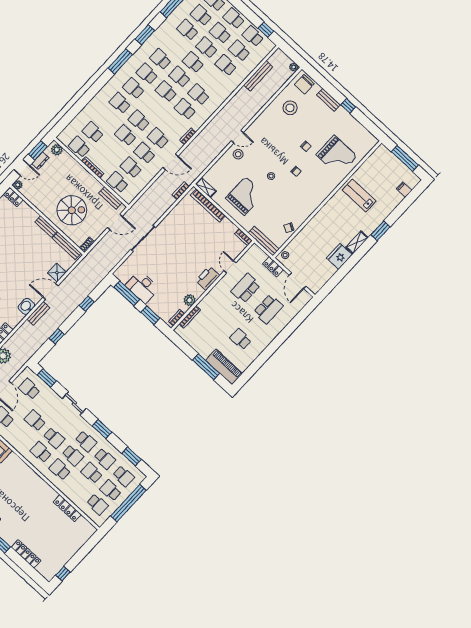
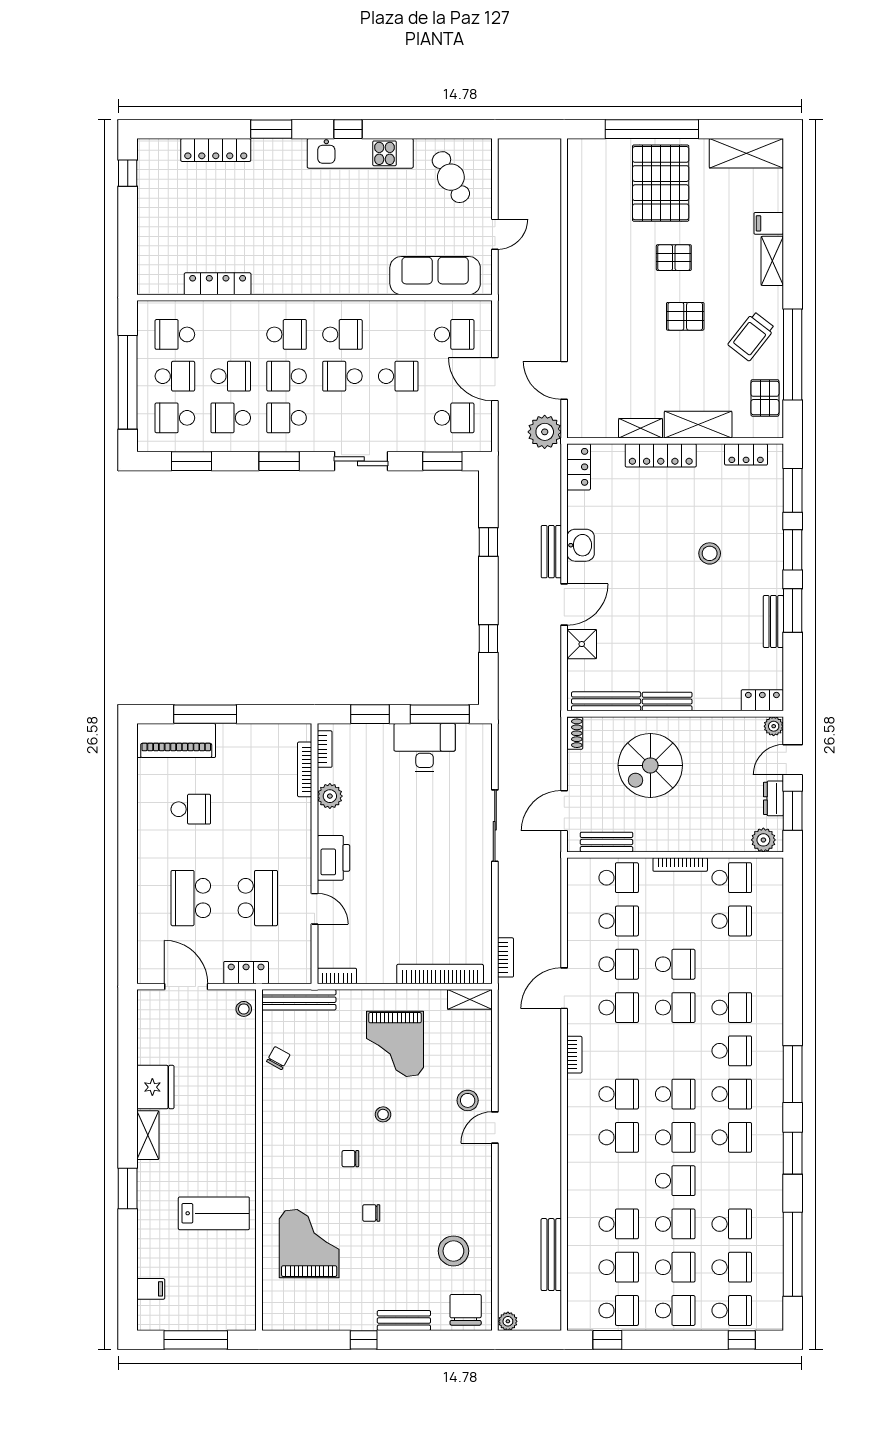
grand piano: (336, 155) -> (309, 1244), turned 90

